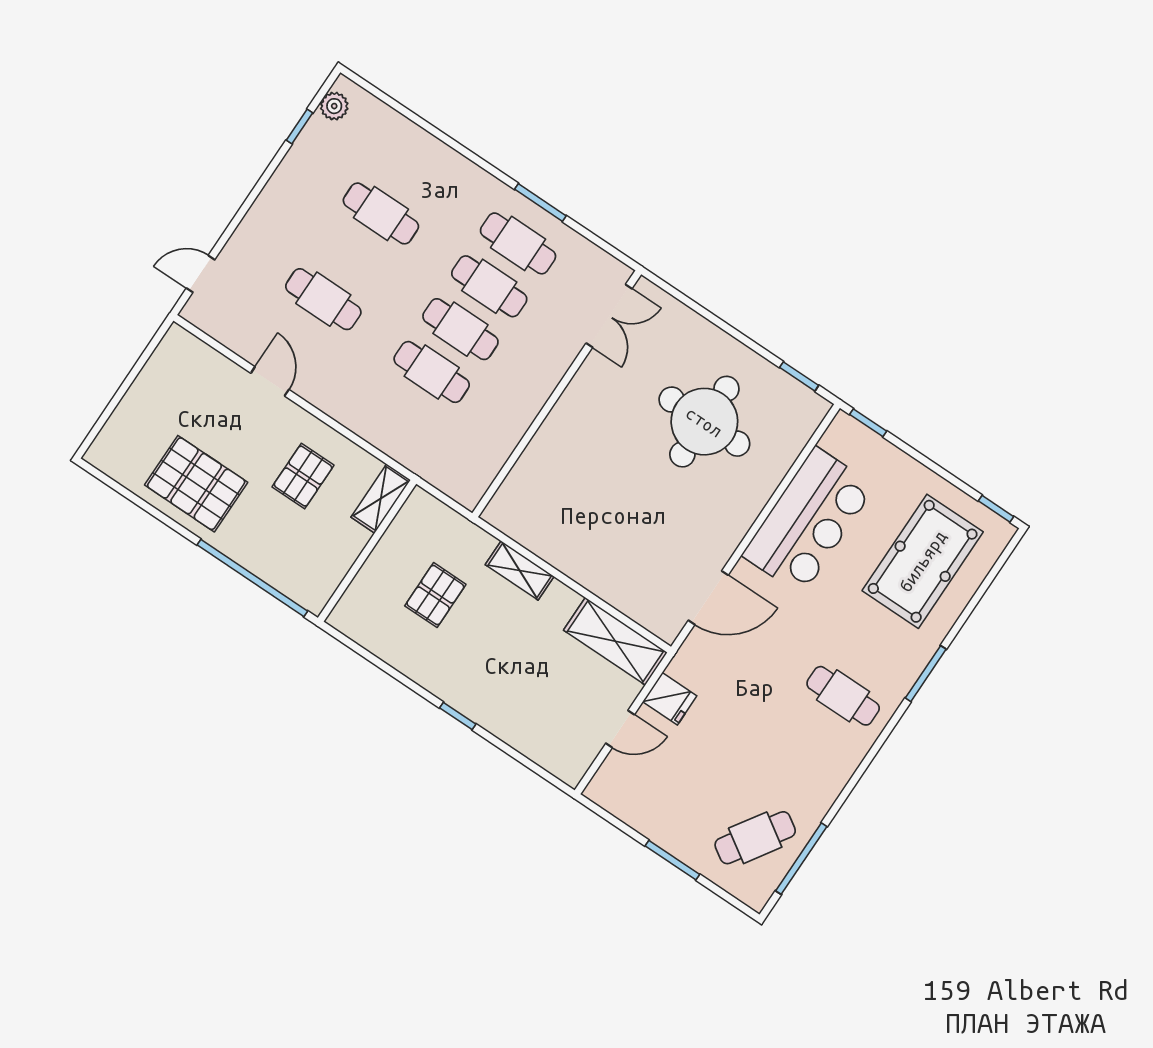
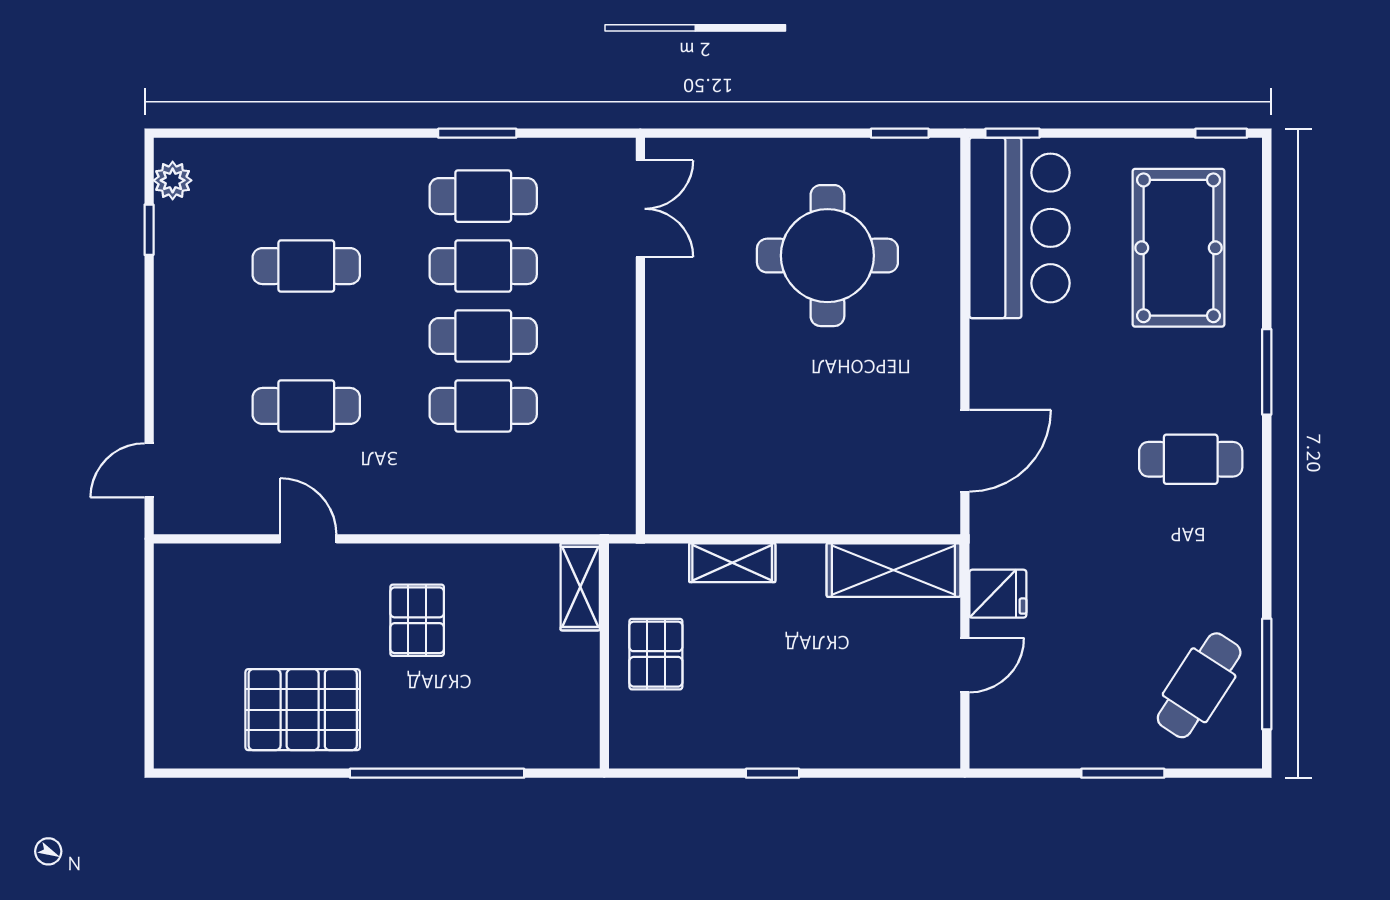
shelving: (381, 499) -> (580, 587), moved
bar counter: (808, 521) -> (1019, 228), moved
wall: (367, 551) -> (604, 656), moved

